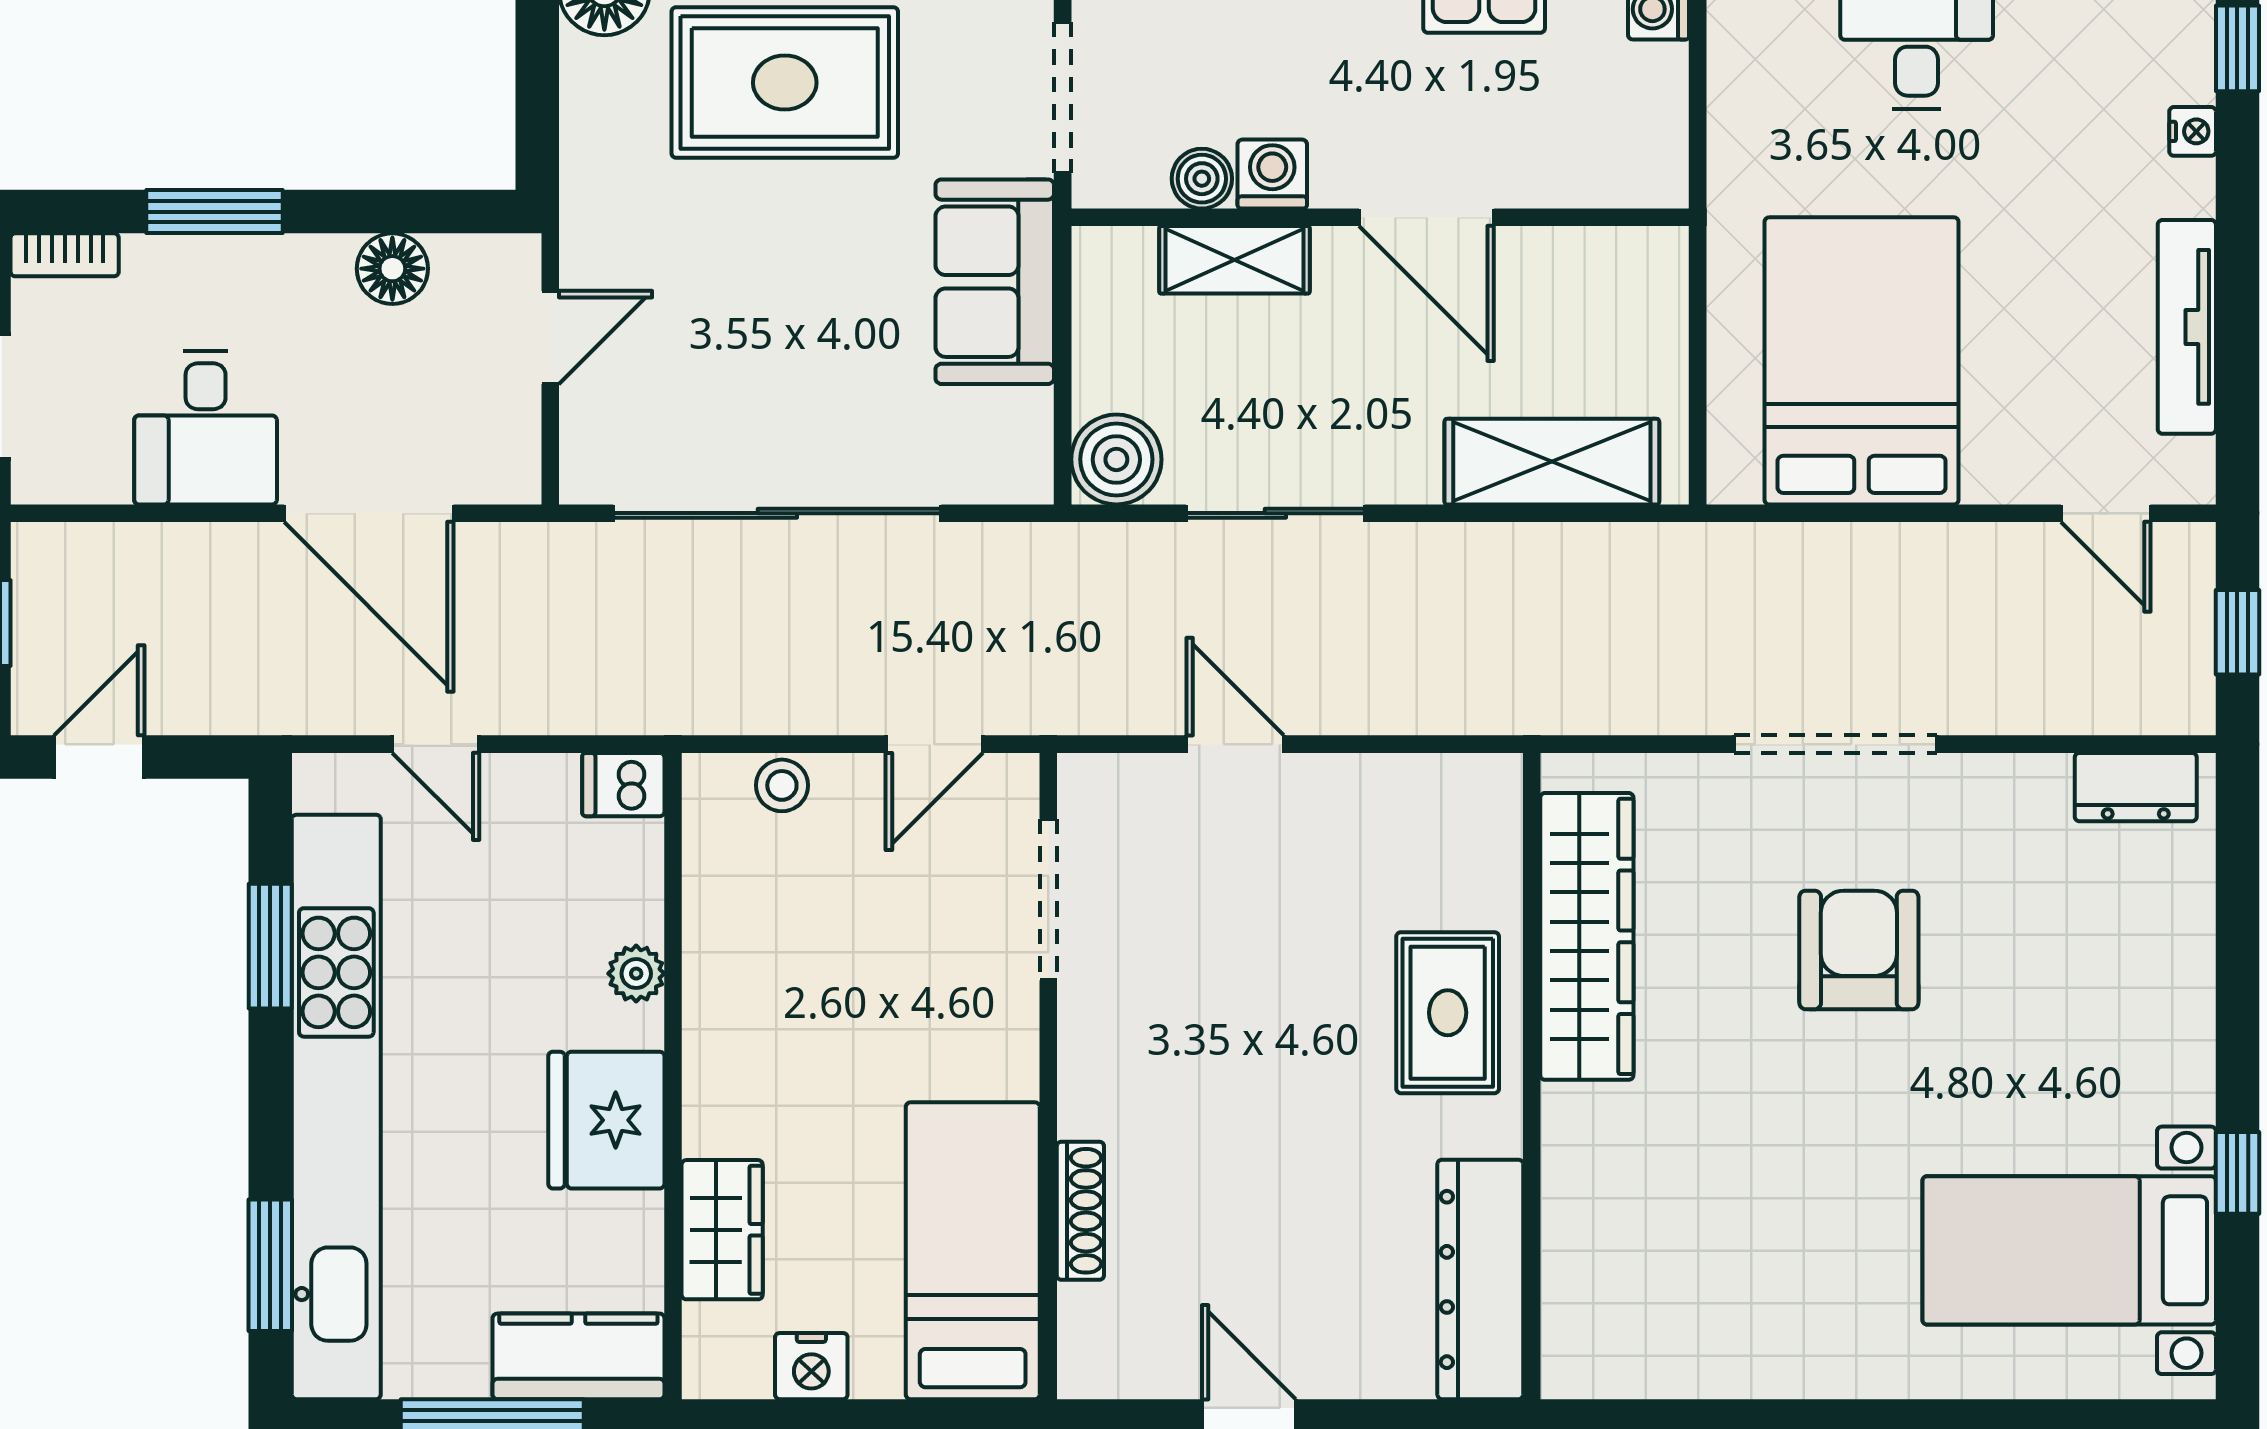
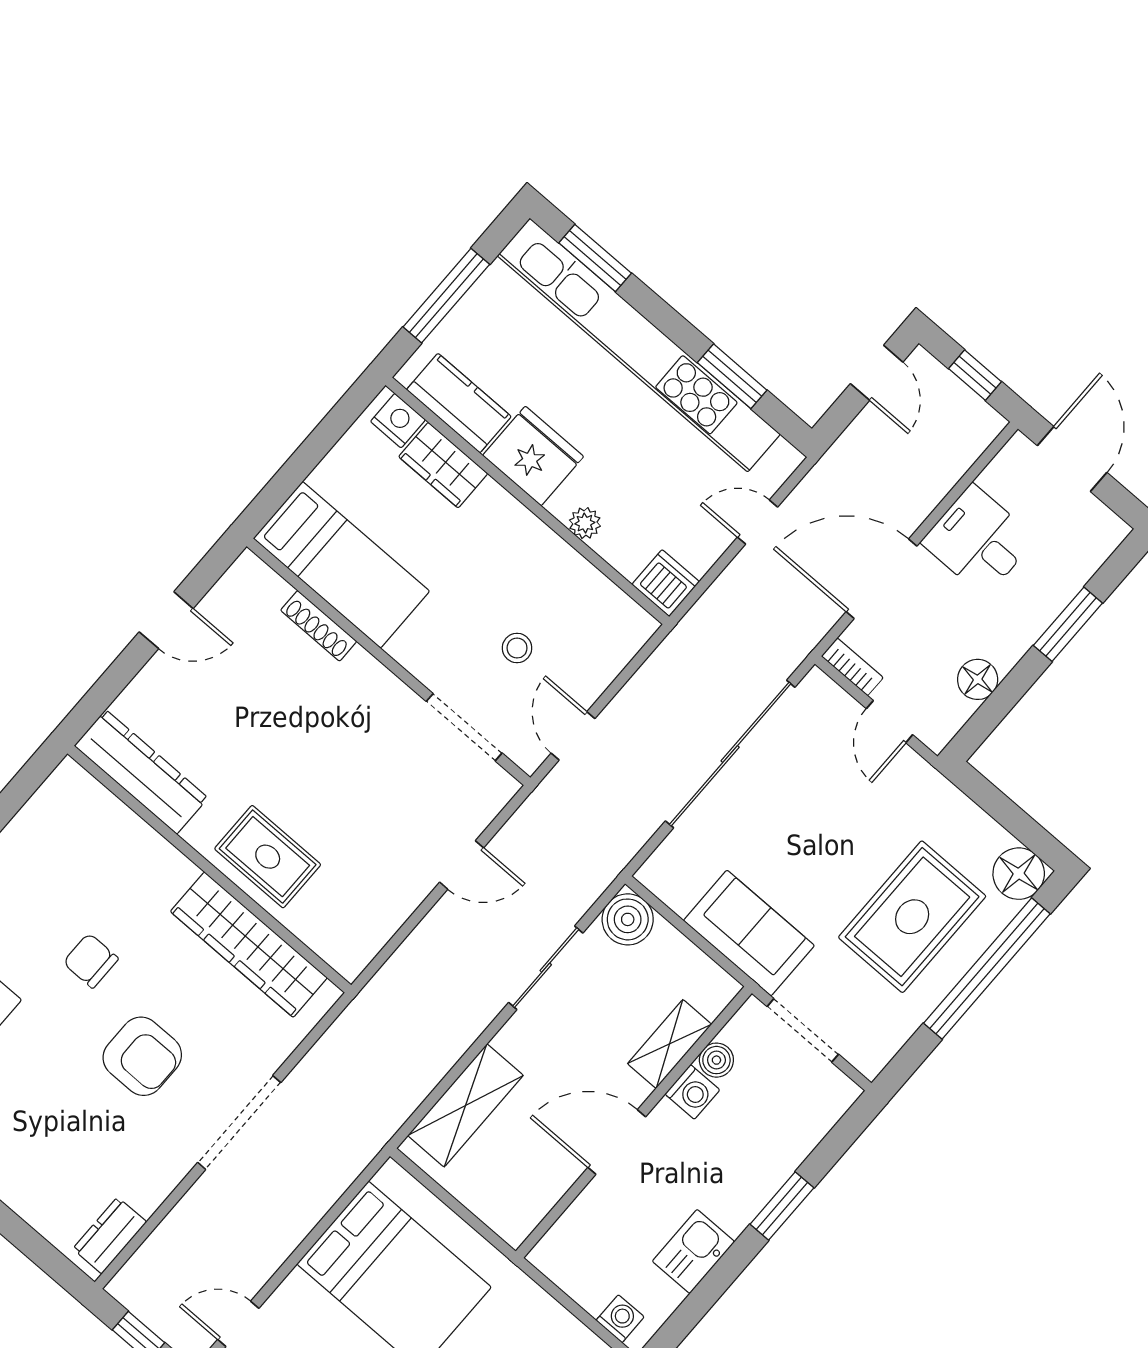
bookcase: (65, 255) -> (852, 667), moved, turned 90
dishwasher: (623, 785) -> (666, 583), width x1.38
stool: (782, 785) -> (517, 648), moved
chair: (1791, 1129) -> (91, 961), added
kitchen counter: (578, 1356) -> (459, 403), moved, turned -90
nightstand: (811, 1366) -> (398, 421), moved, turned 90

